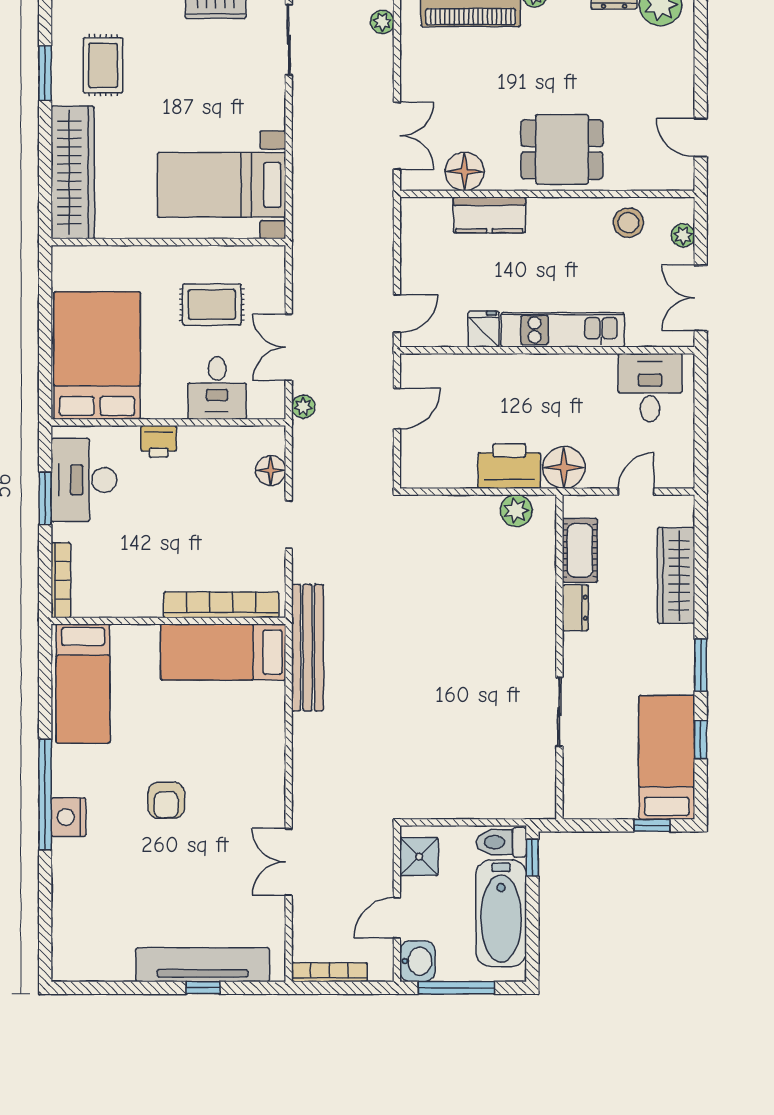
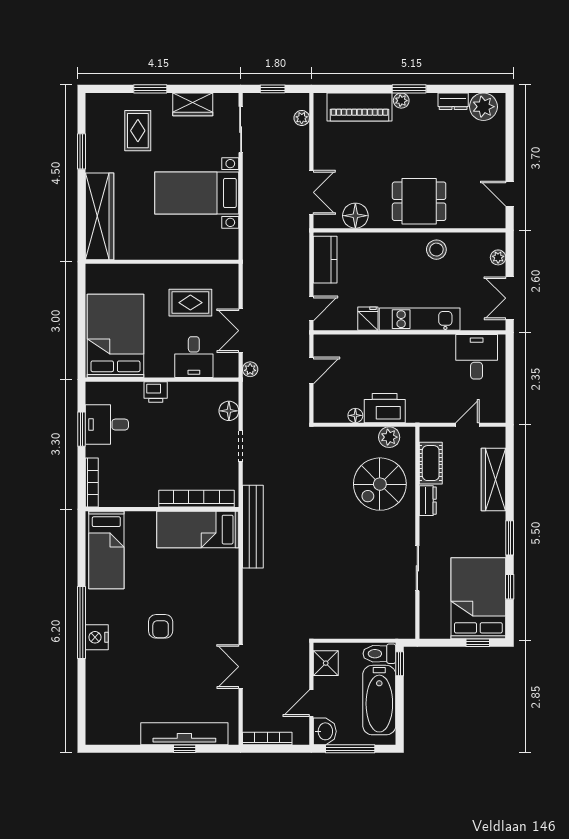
rug: (103, 65) -> (138, 131), moved
bed with nightstands: (222, 185) -> (197, 193), moved
kitchen counter: (489, 215) -> (325, 260), moved, turned -90
stool: (628, 223) -> (436, 250), moved
floor lamp: (564, 468) -> (355, 415), moved, width x0.53, depth x0.53
desk: (84, 480) -> (107, 425), width x0.73
spiral stairs: (502, 582) -> (380, 484), added
bed: (667, 757) -> (478, 598), width x1.50

